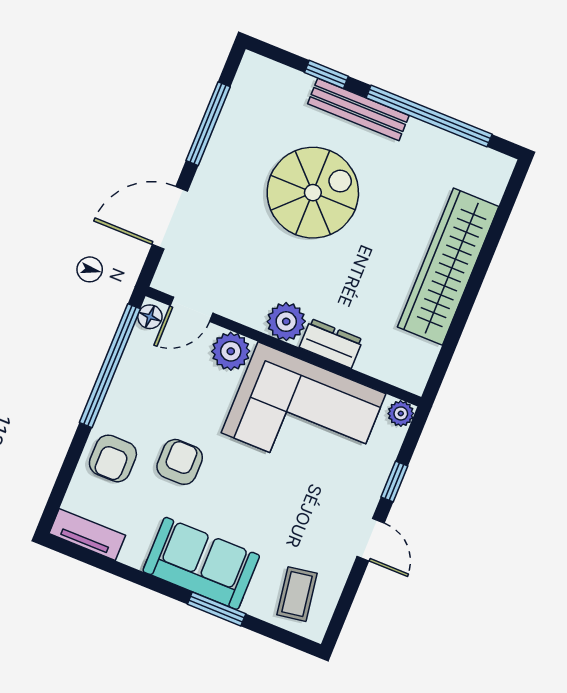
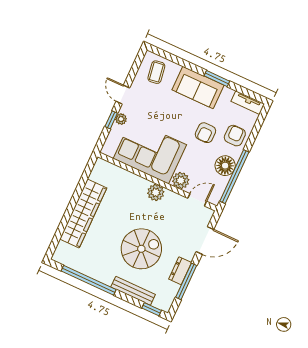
window: (326, 74) -> (152, 309), moved
bench: (358, 110) -> (133, 291), moved
spiral stairs: (313, 193) -> (141, 249), turned 180
floor lamp: (150, 317) -> (225, 166), moved, width x1.89, depth x1.89
dresser: (331, 343) -> (180, 271), moved, turned 90
plant: (401, 413) -> (121, 119), moved
window: (217, 609) -> (217, 79), moved

